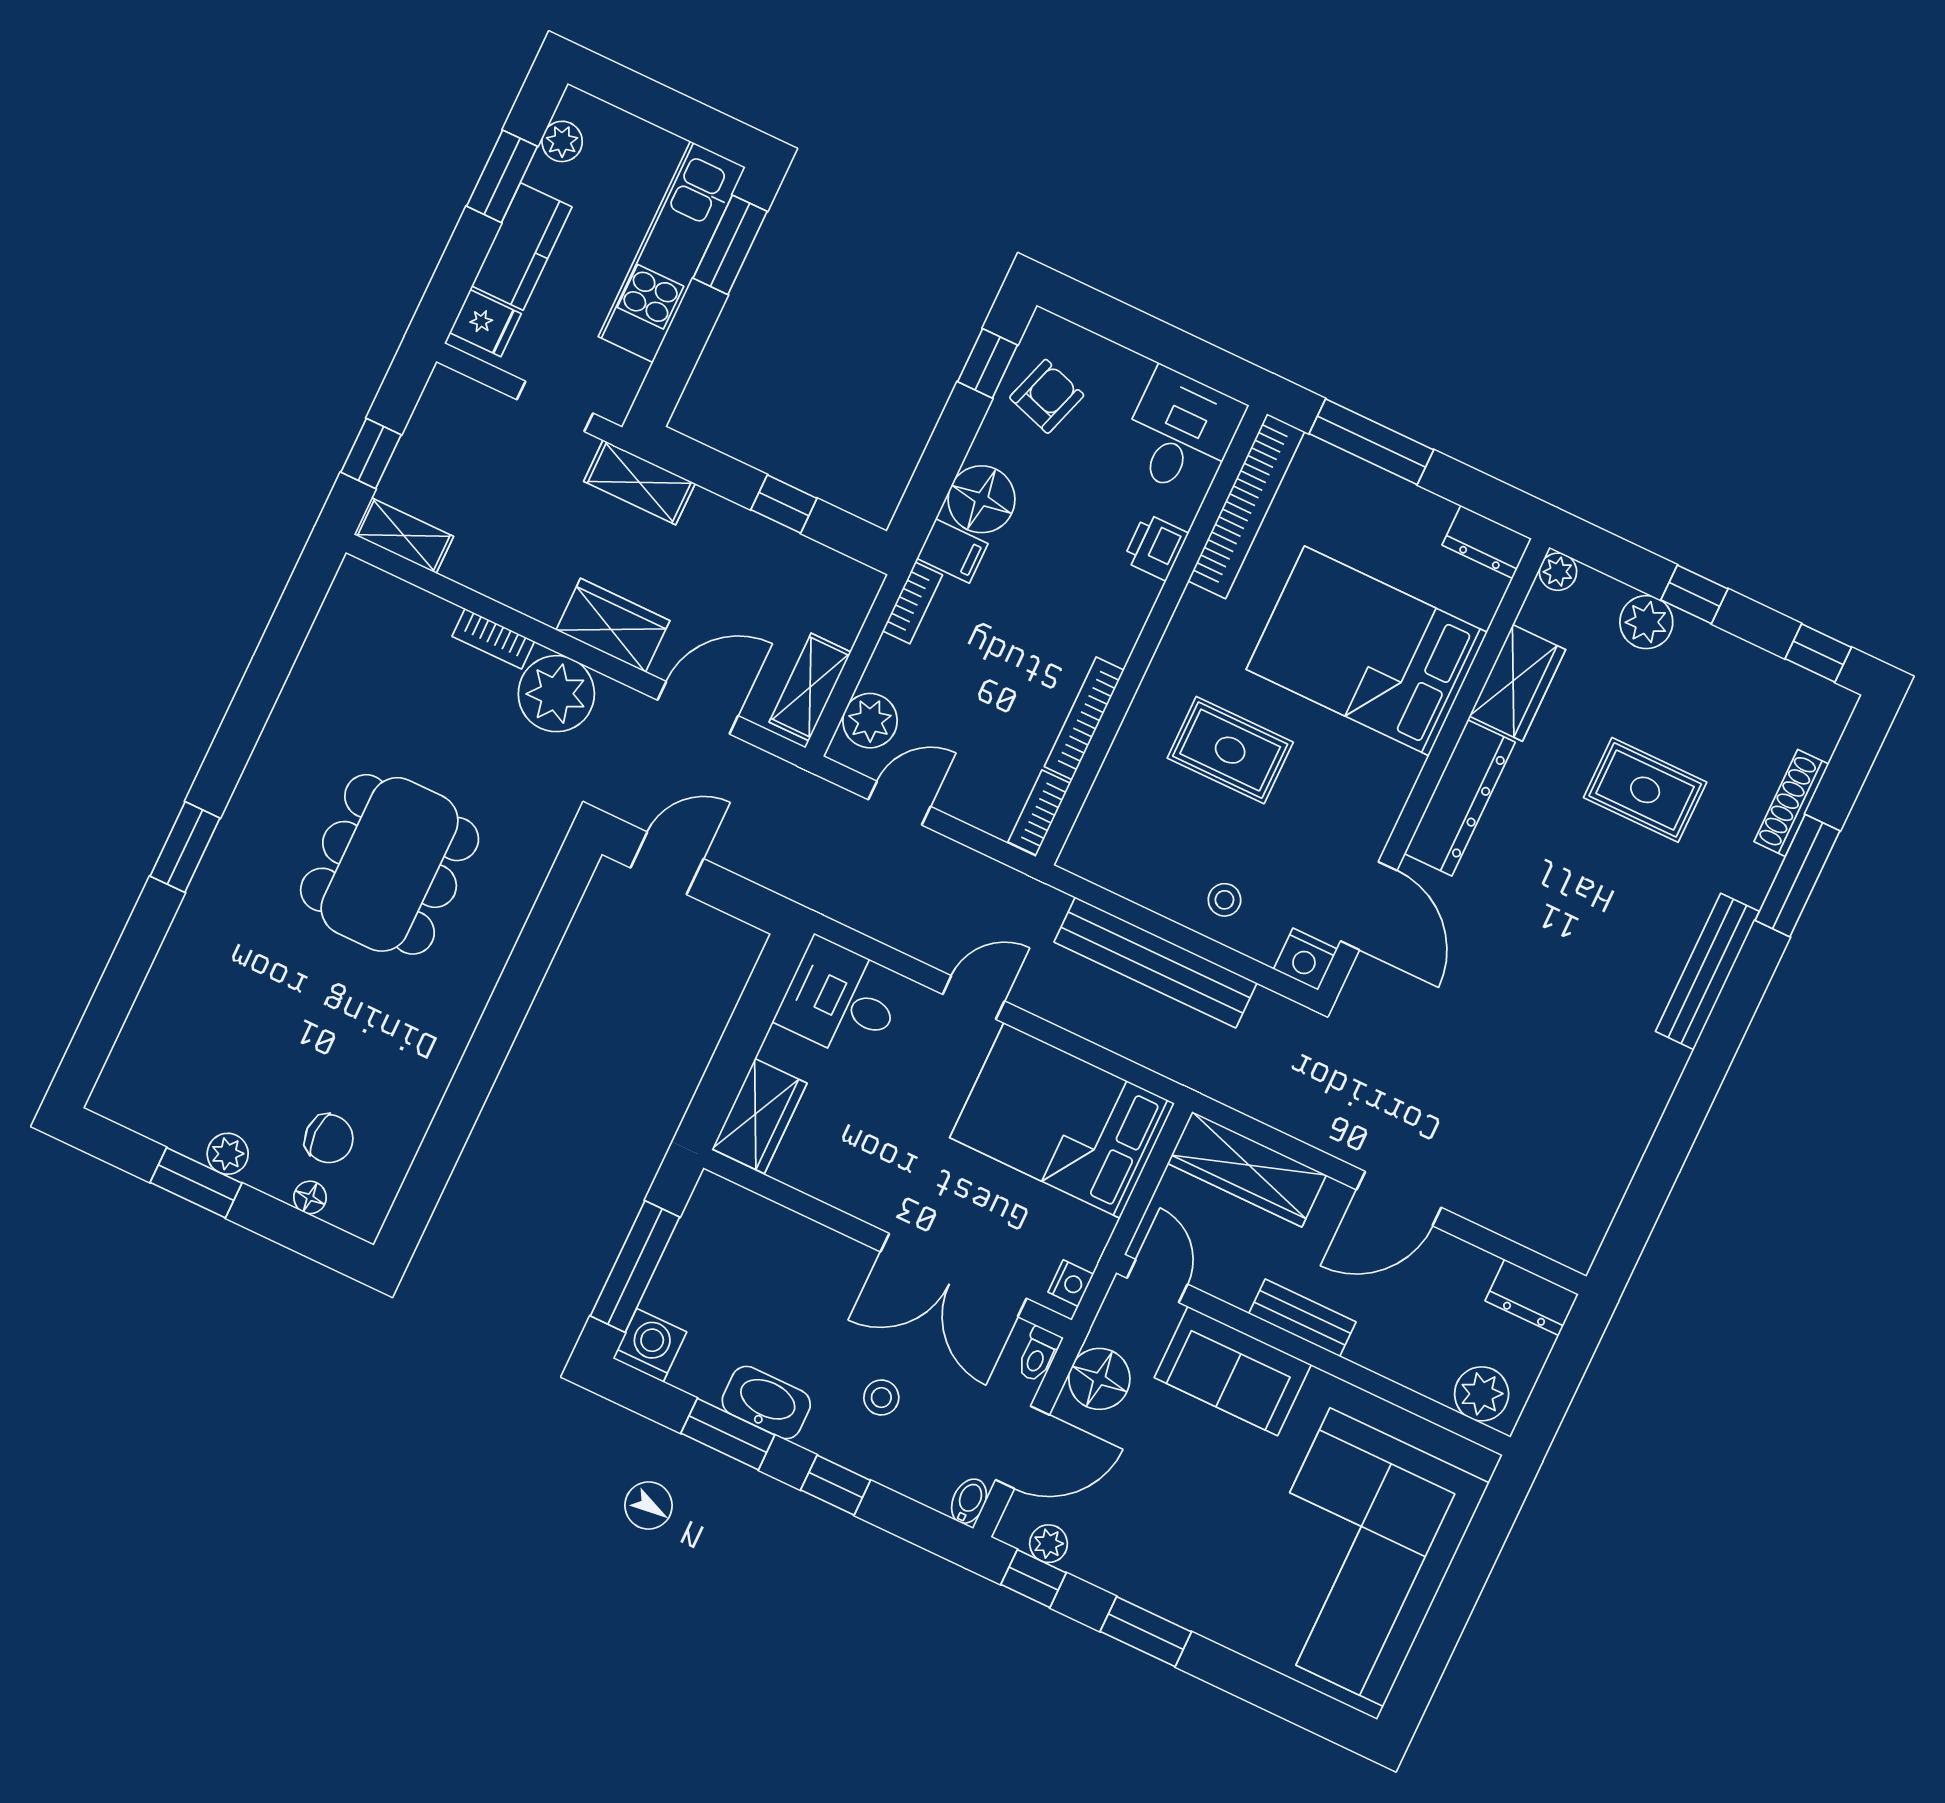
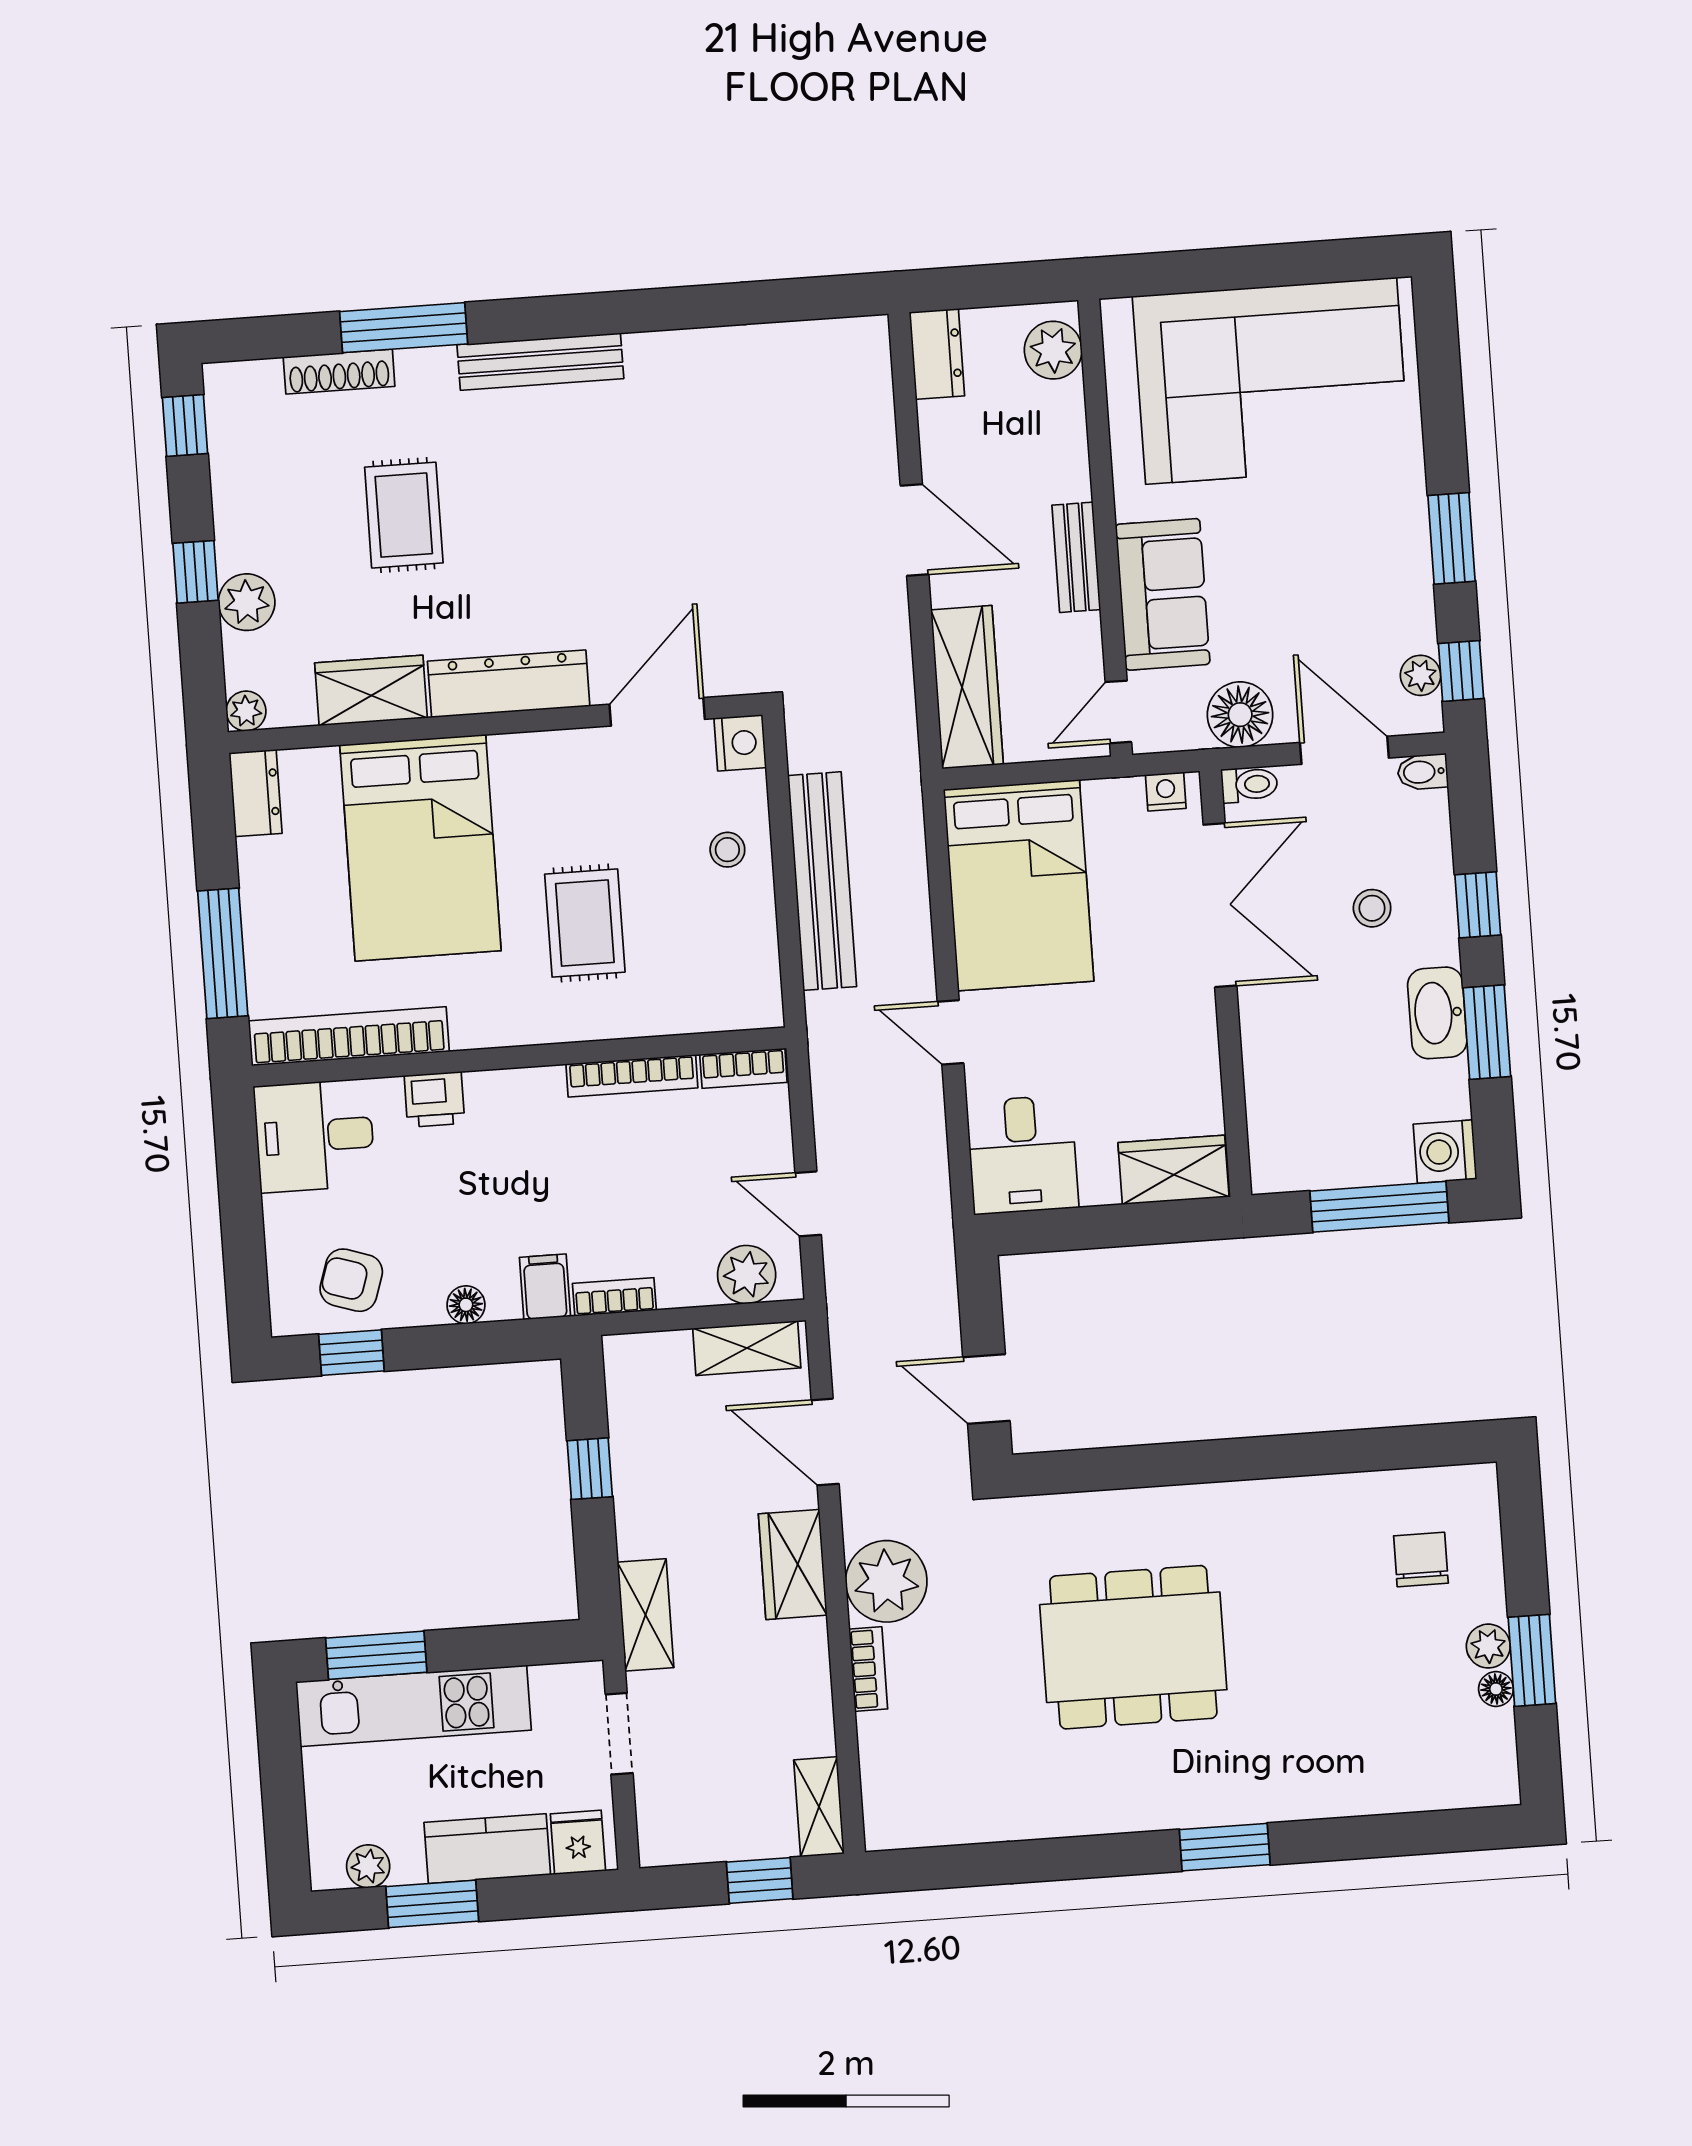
floor lamp: (982, 499) -> (466, 1305), width x0.53, depth x0.53
floor lamp: (310, 1197) -> (1496, 1689), moved

